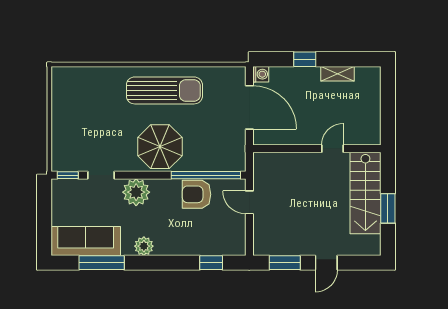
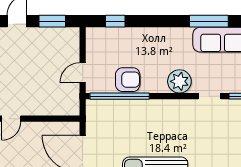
parasol: (160, 147) -> (159, 120), removed
door: (249, 202) -> (83, 73), swing flipped
plant: (144, 246) -> (173, 35), removed

